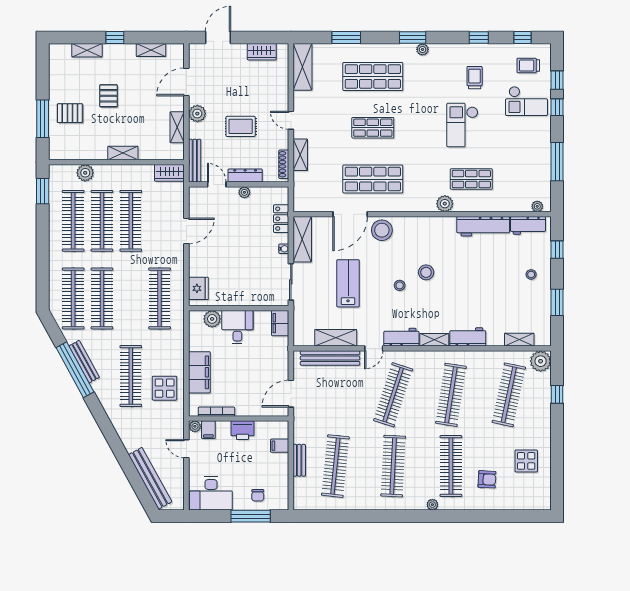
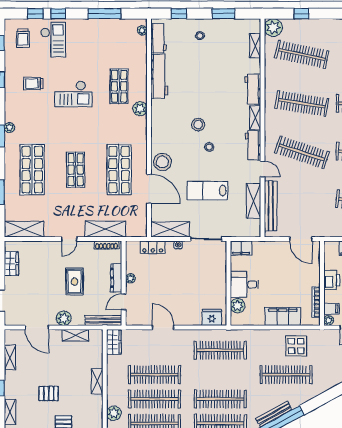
shelving: (300, 155) -> (105, 229), width x1.50, depth x1.33

